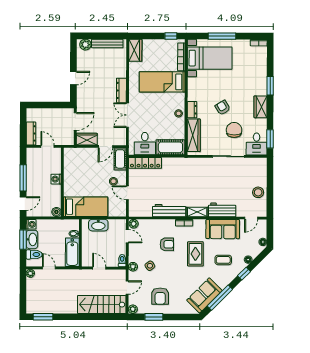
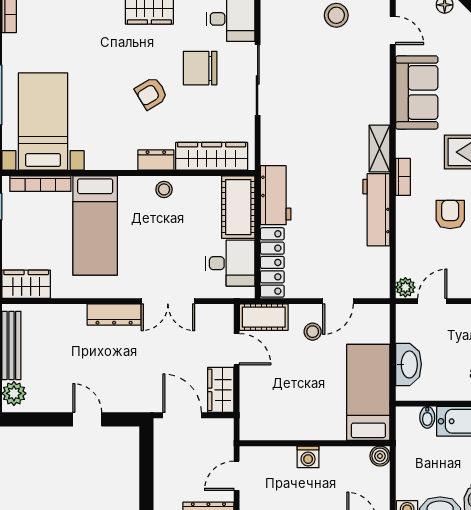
workbench: (222, 210) -> (276, 195), moved, turned 180

